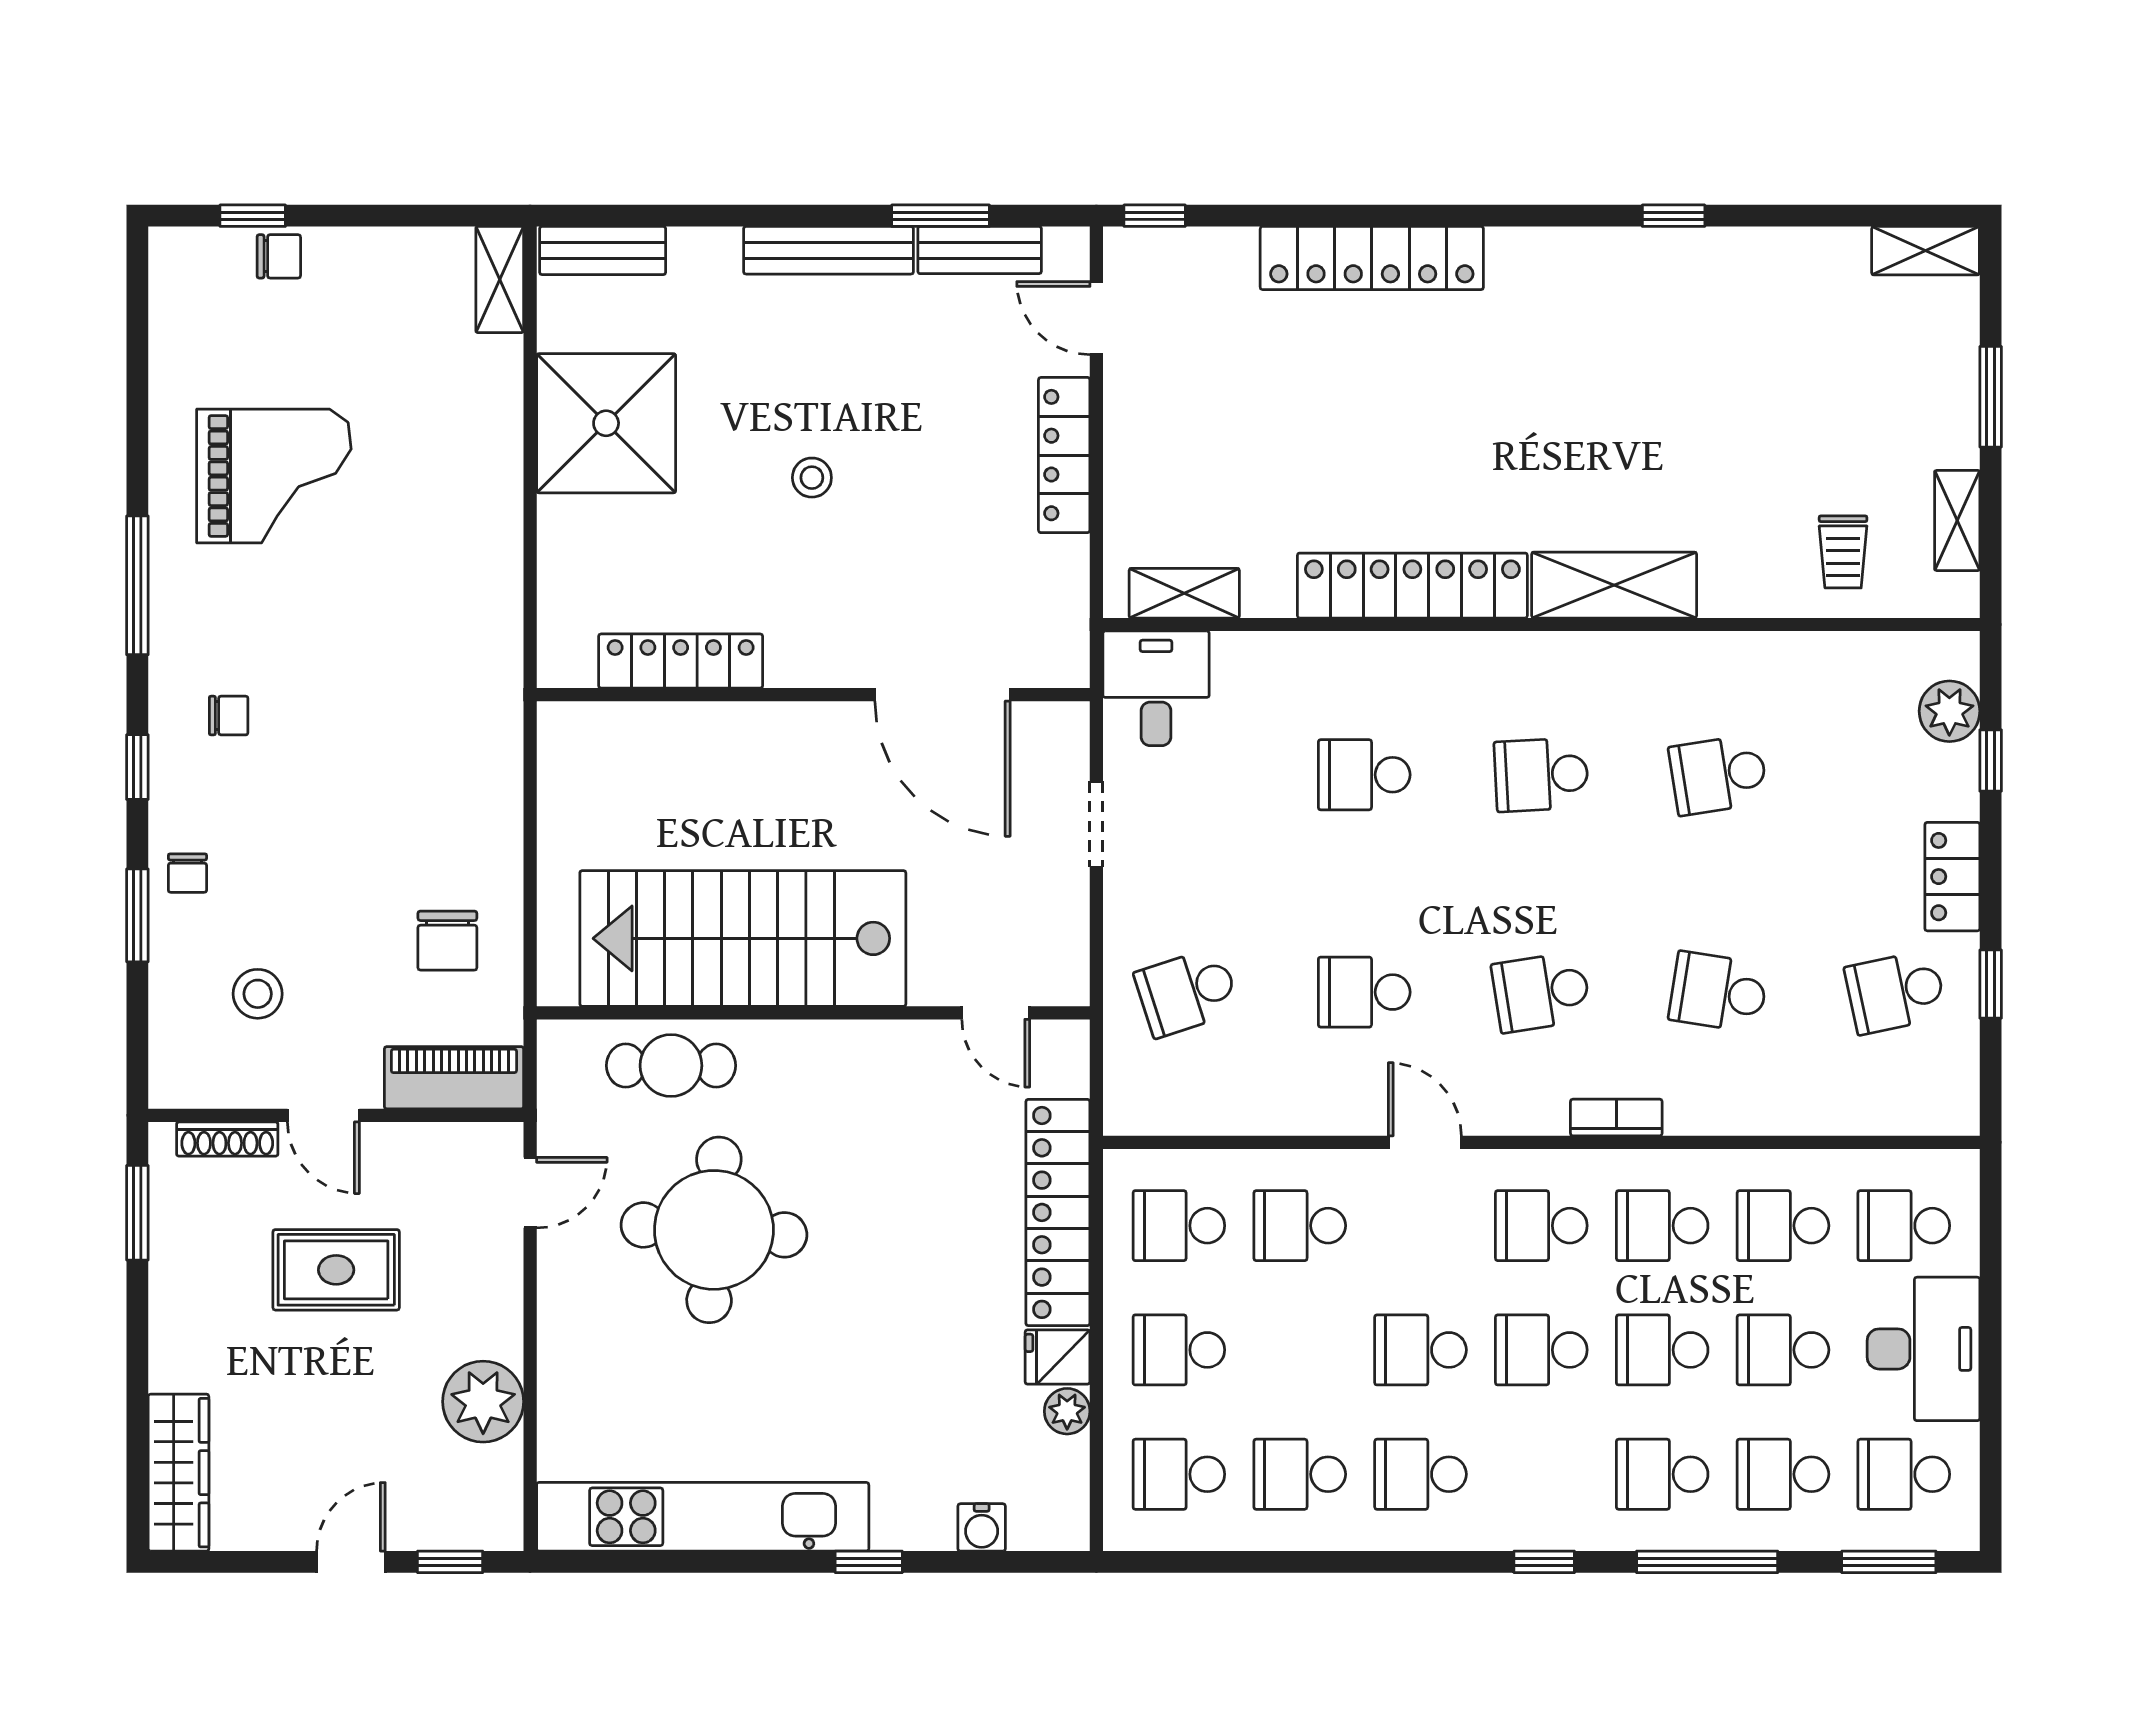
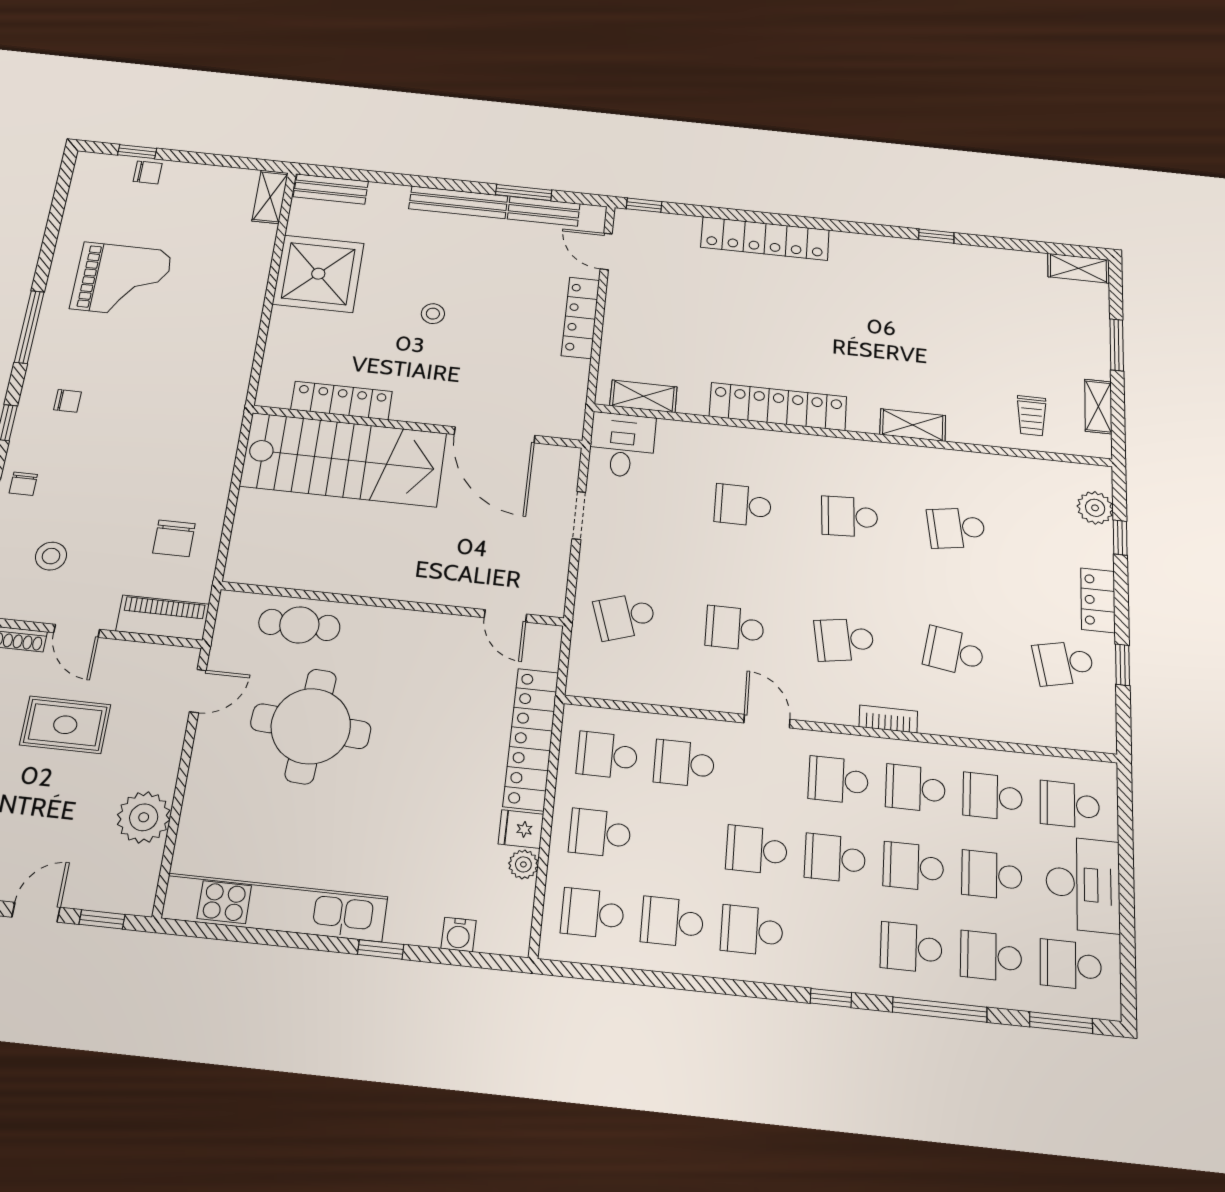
shelving: (1614, 585) -> (913, 425), width x0.67, depth x0.75
stairs: (743, 938) -> (344, 460), moved, turned 180

